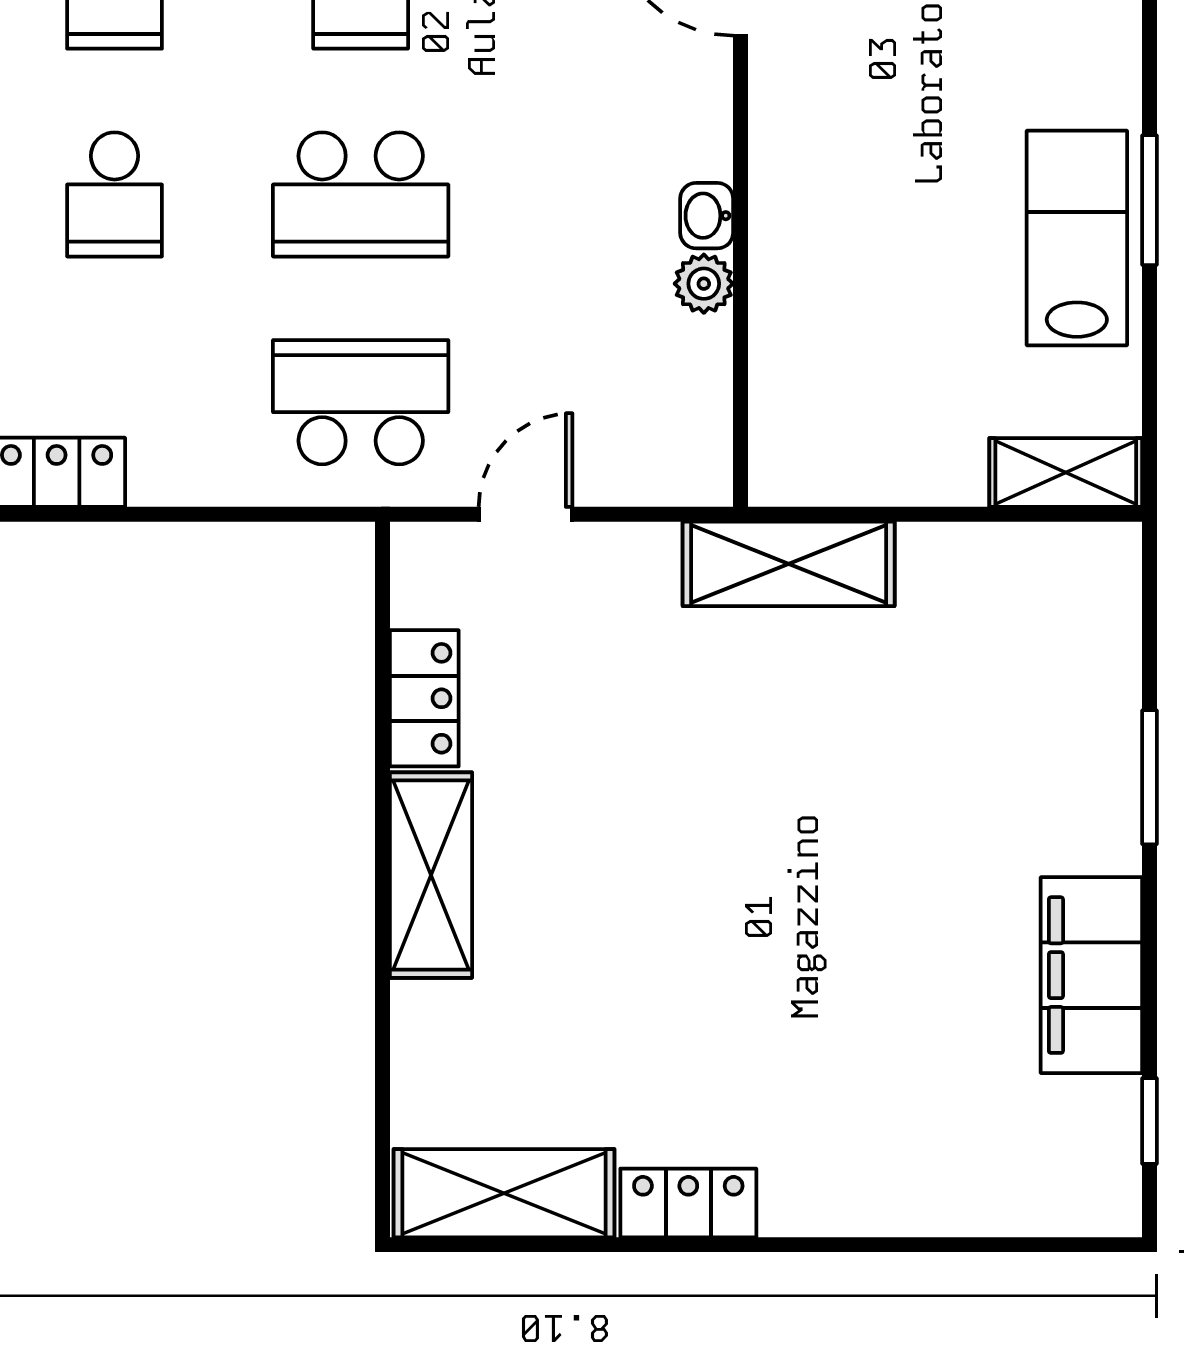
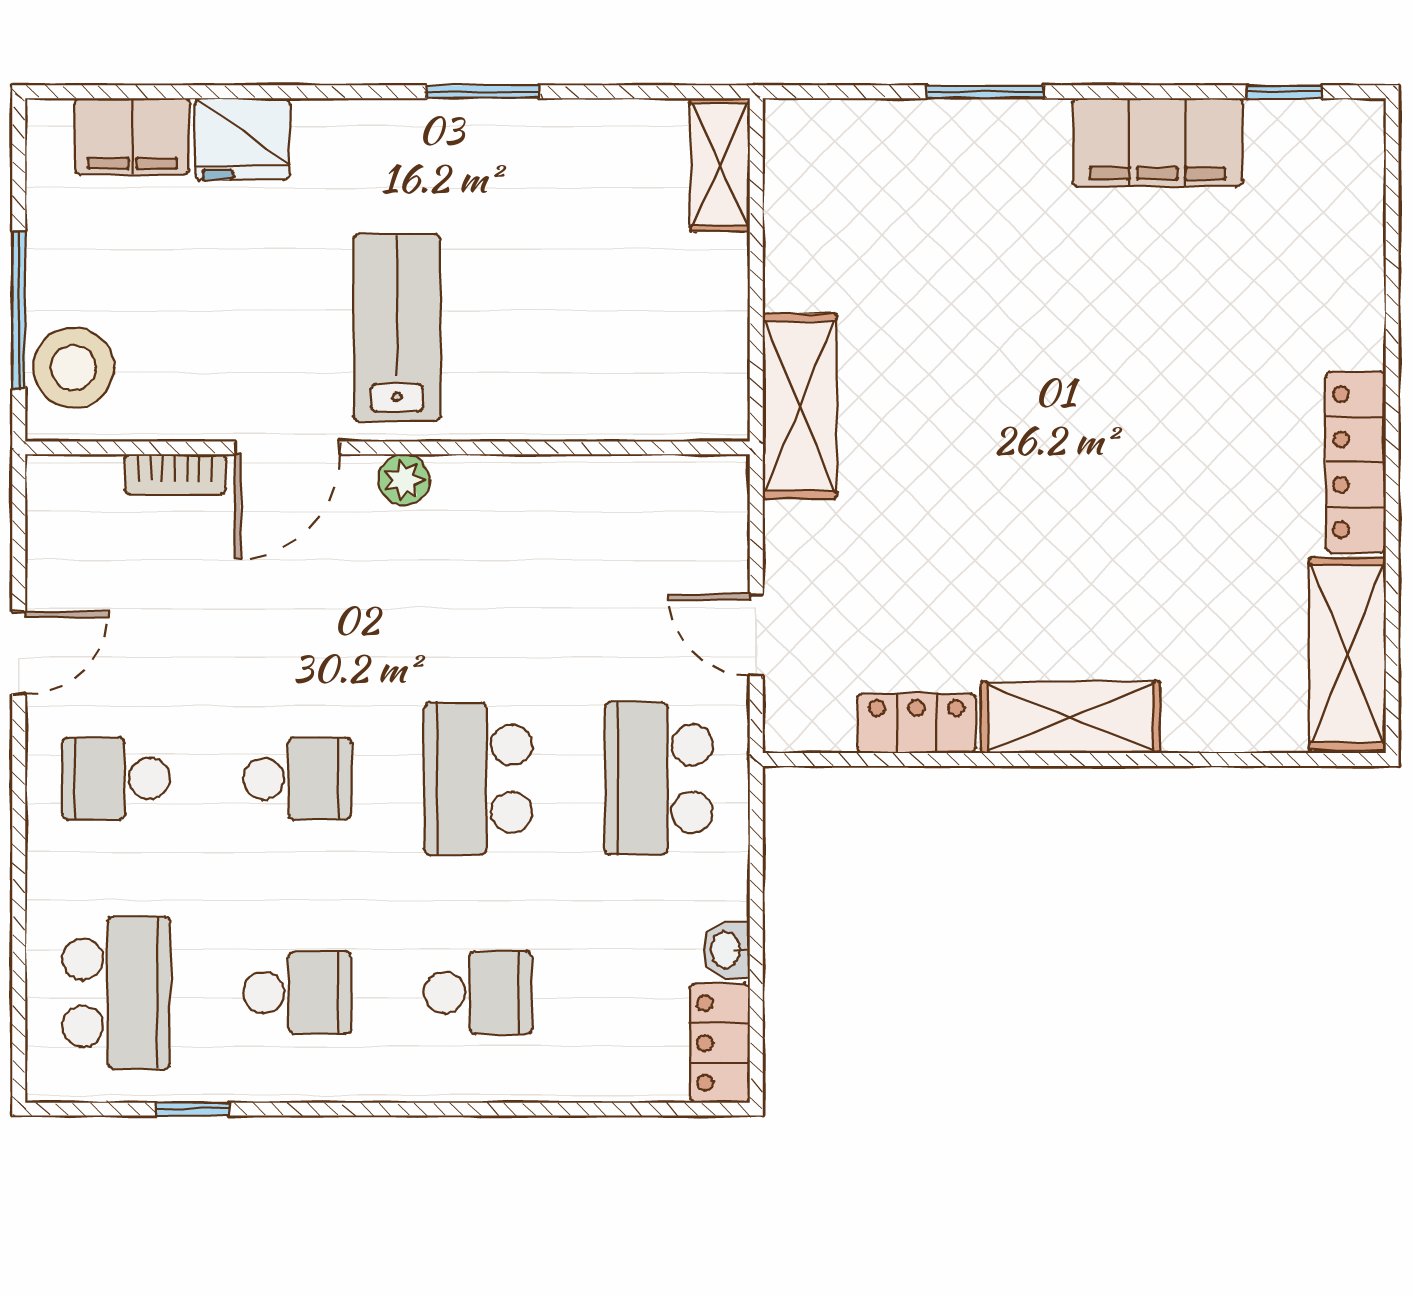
school desk: (361, 194) -> (478, 778), turned 180
washbasin: (707, 216) -> (727, 950), moved, turned 90
lab bench: (1077, 238) -> (397, 328), moved, turned 90
plant: (704, 284) -> (404, 480), moved
locker: (688, 1203) -> (1356, 462), width x1.53

